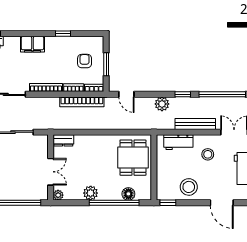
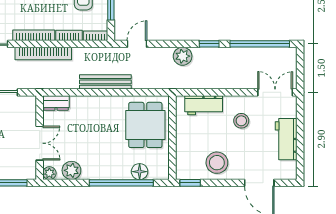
door: (126, 94) -> (137, 44), swing flipped
bookcase: (82, 102) -> (43, 53), moved
bench: (195, 124) -> (105, 82), moved
plant: (91, 193) -> (71, 170), moved

